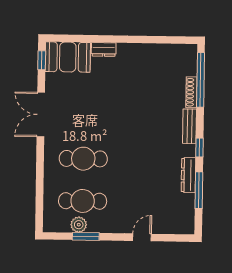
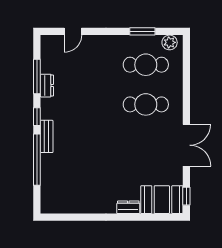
window: (201, 80) -> (37, 160), moved
shoe rack: (191, 92) -> (45, 168), removed
dresser: (188, 175) -> (47, 86), width x0.70
plant: (79, 225) -> (170, 42), moved
door: (142, 237) -> (73, 31), moved

